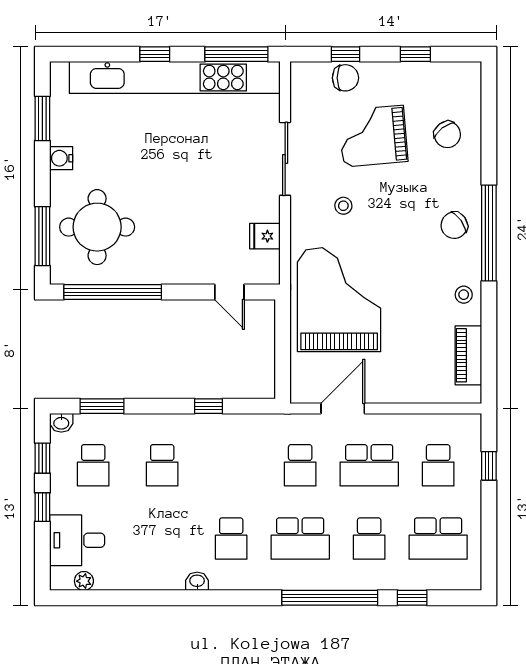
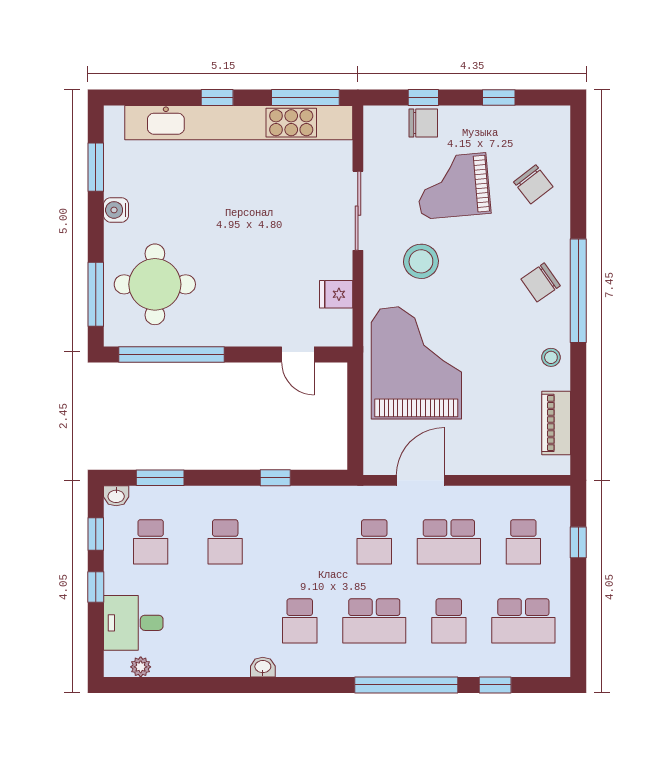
stool: (343, 206) -> (421, 261), width x1.89, depth x1.89

